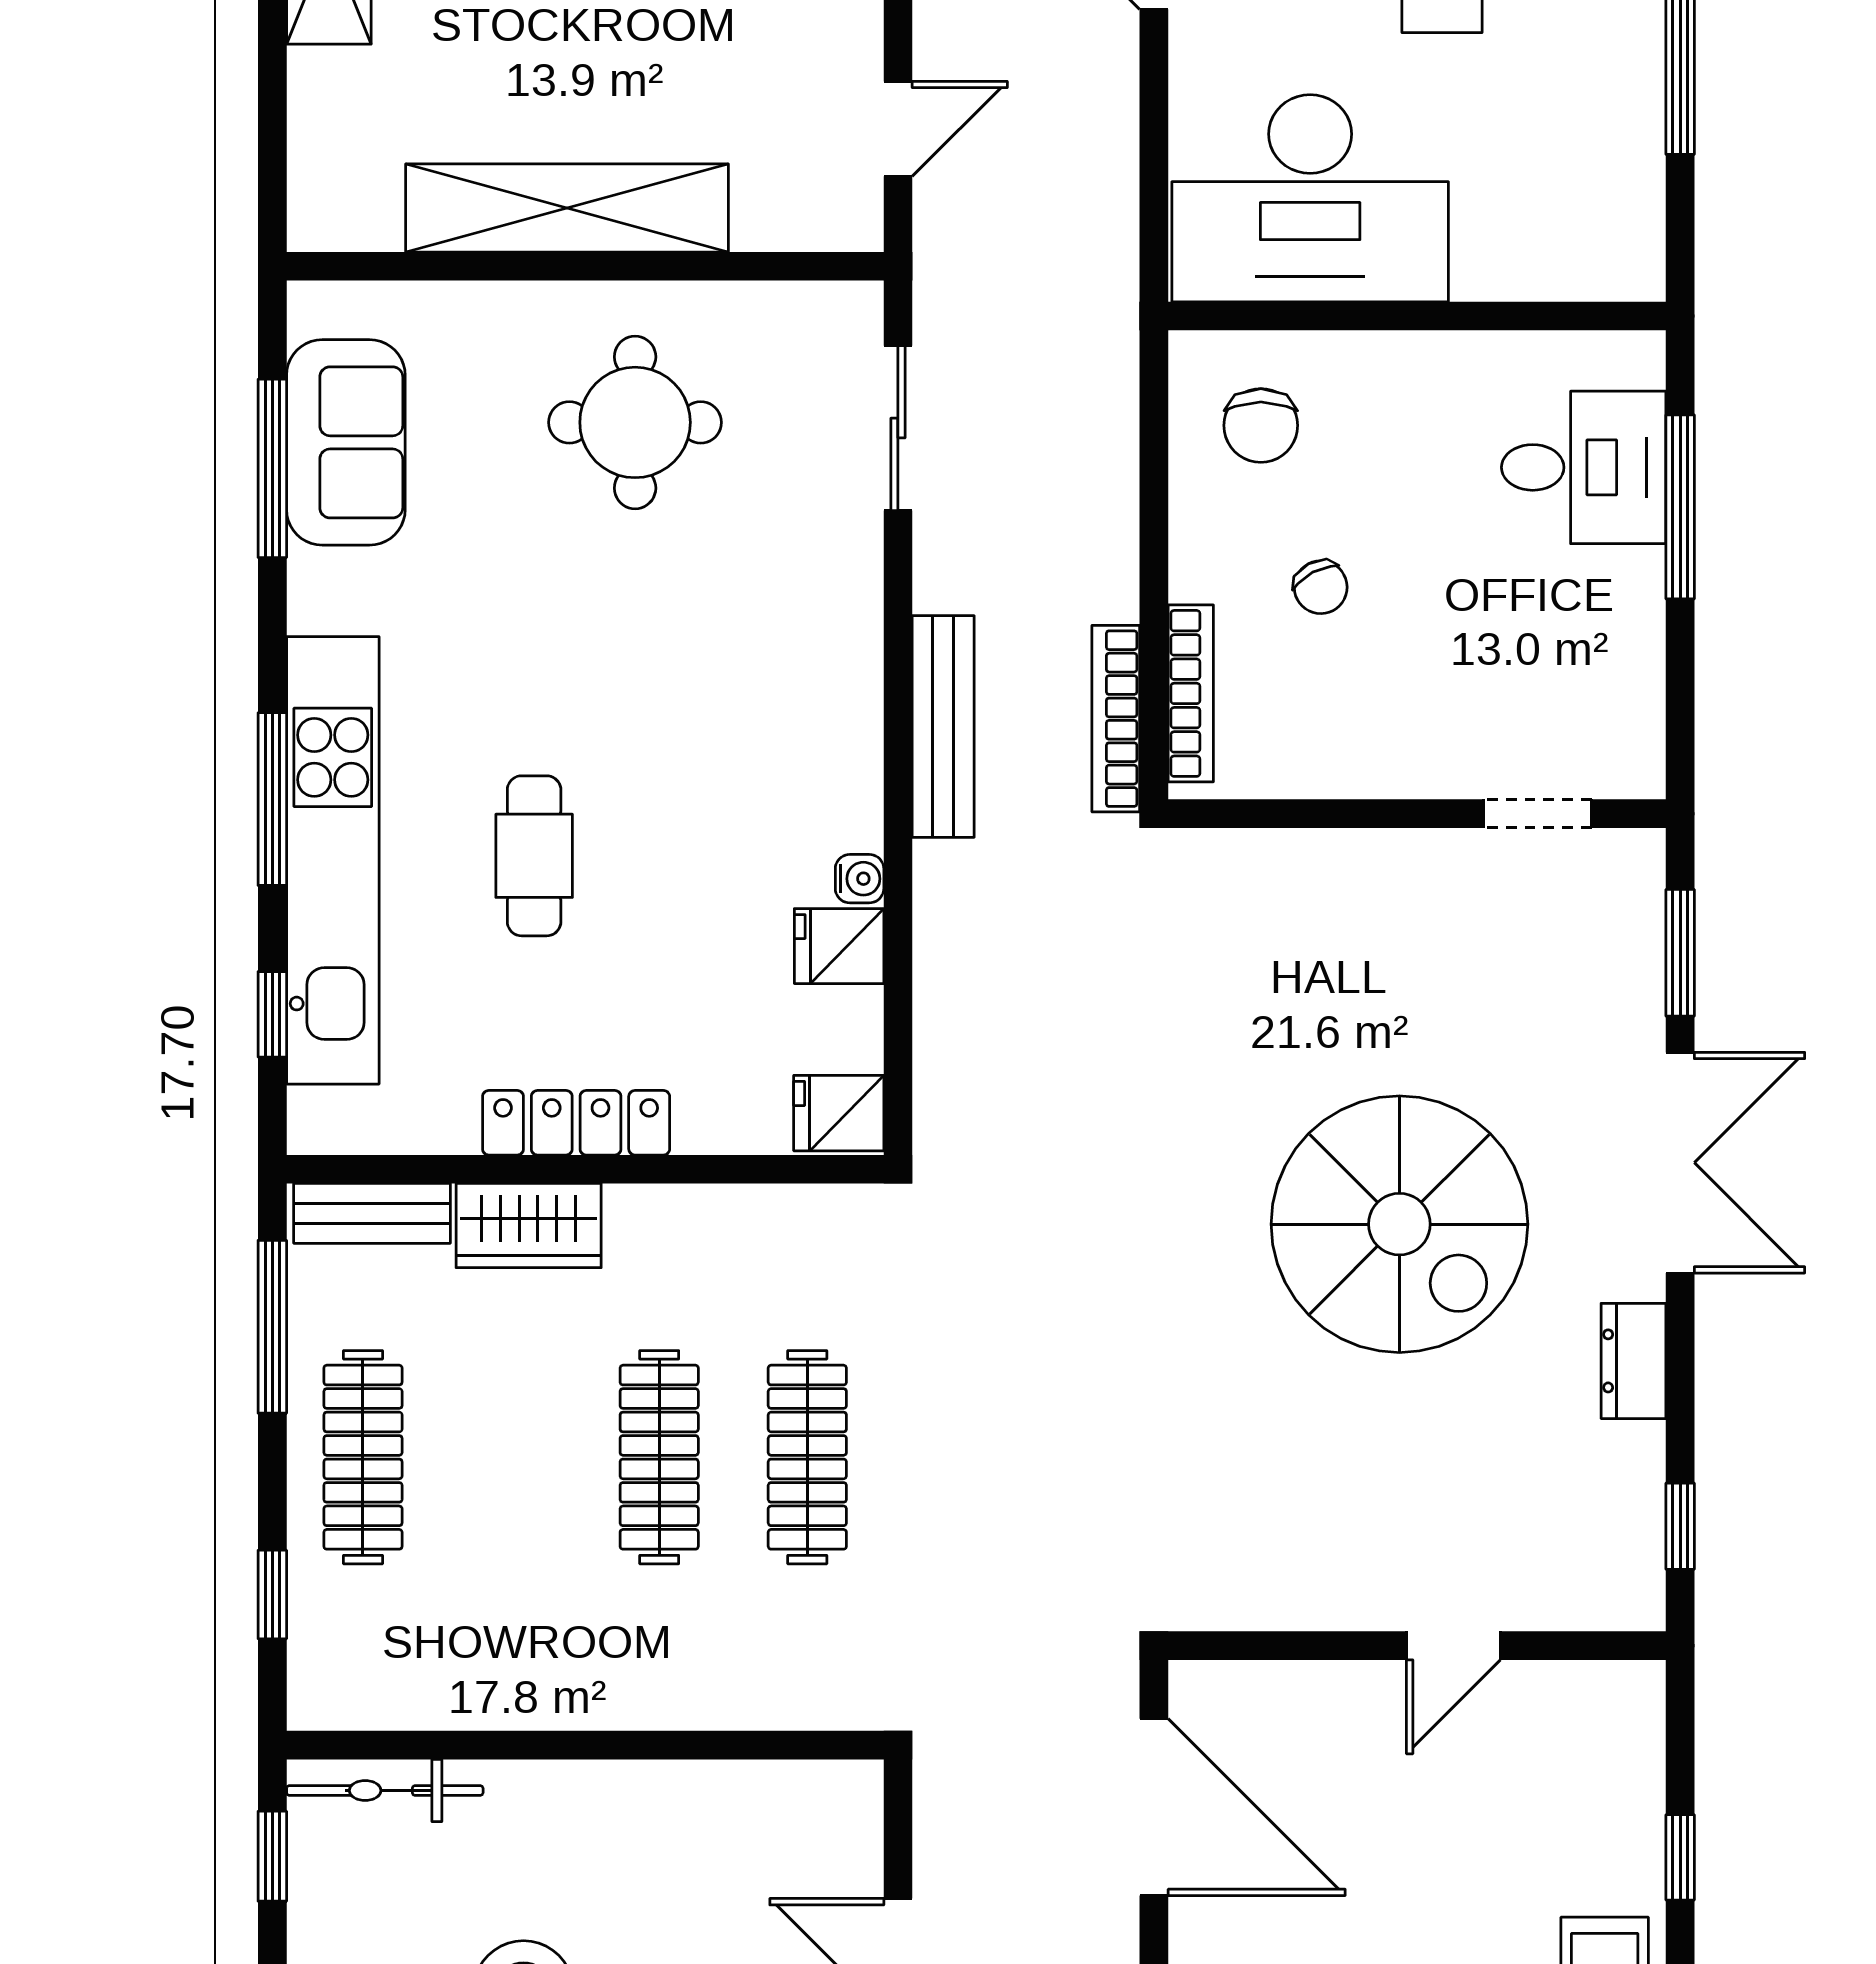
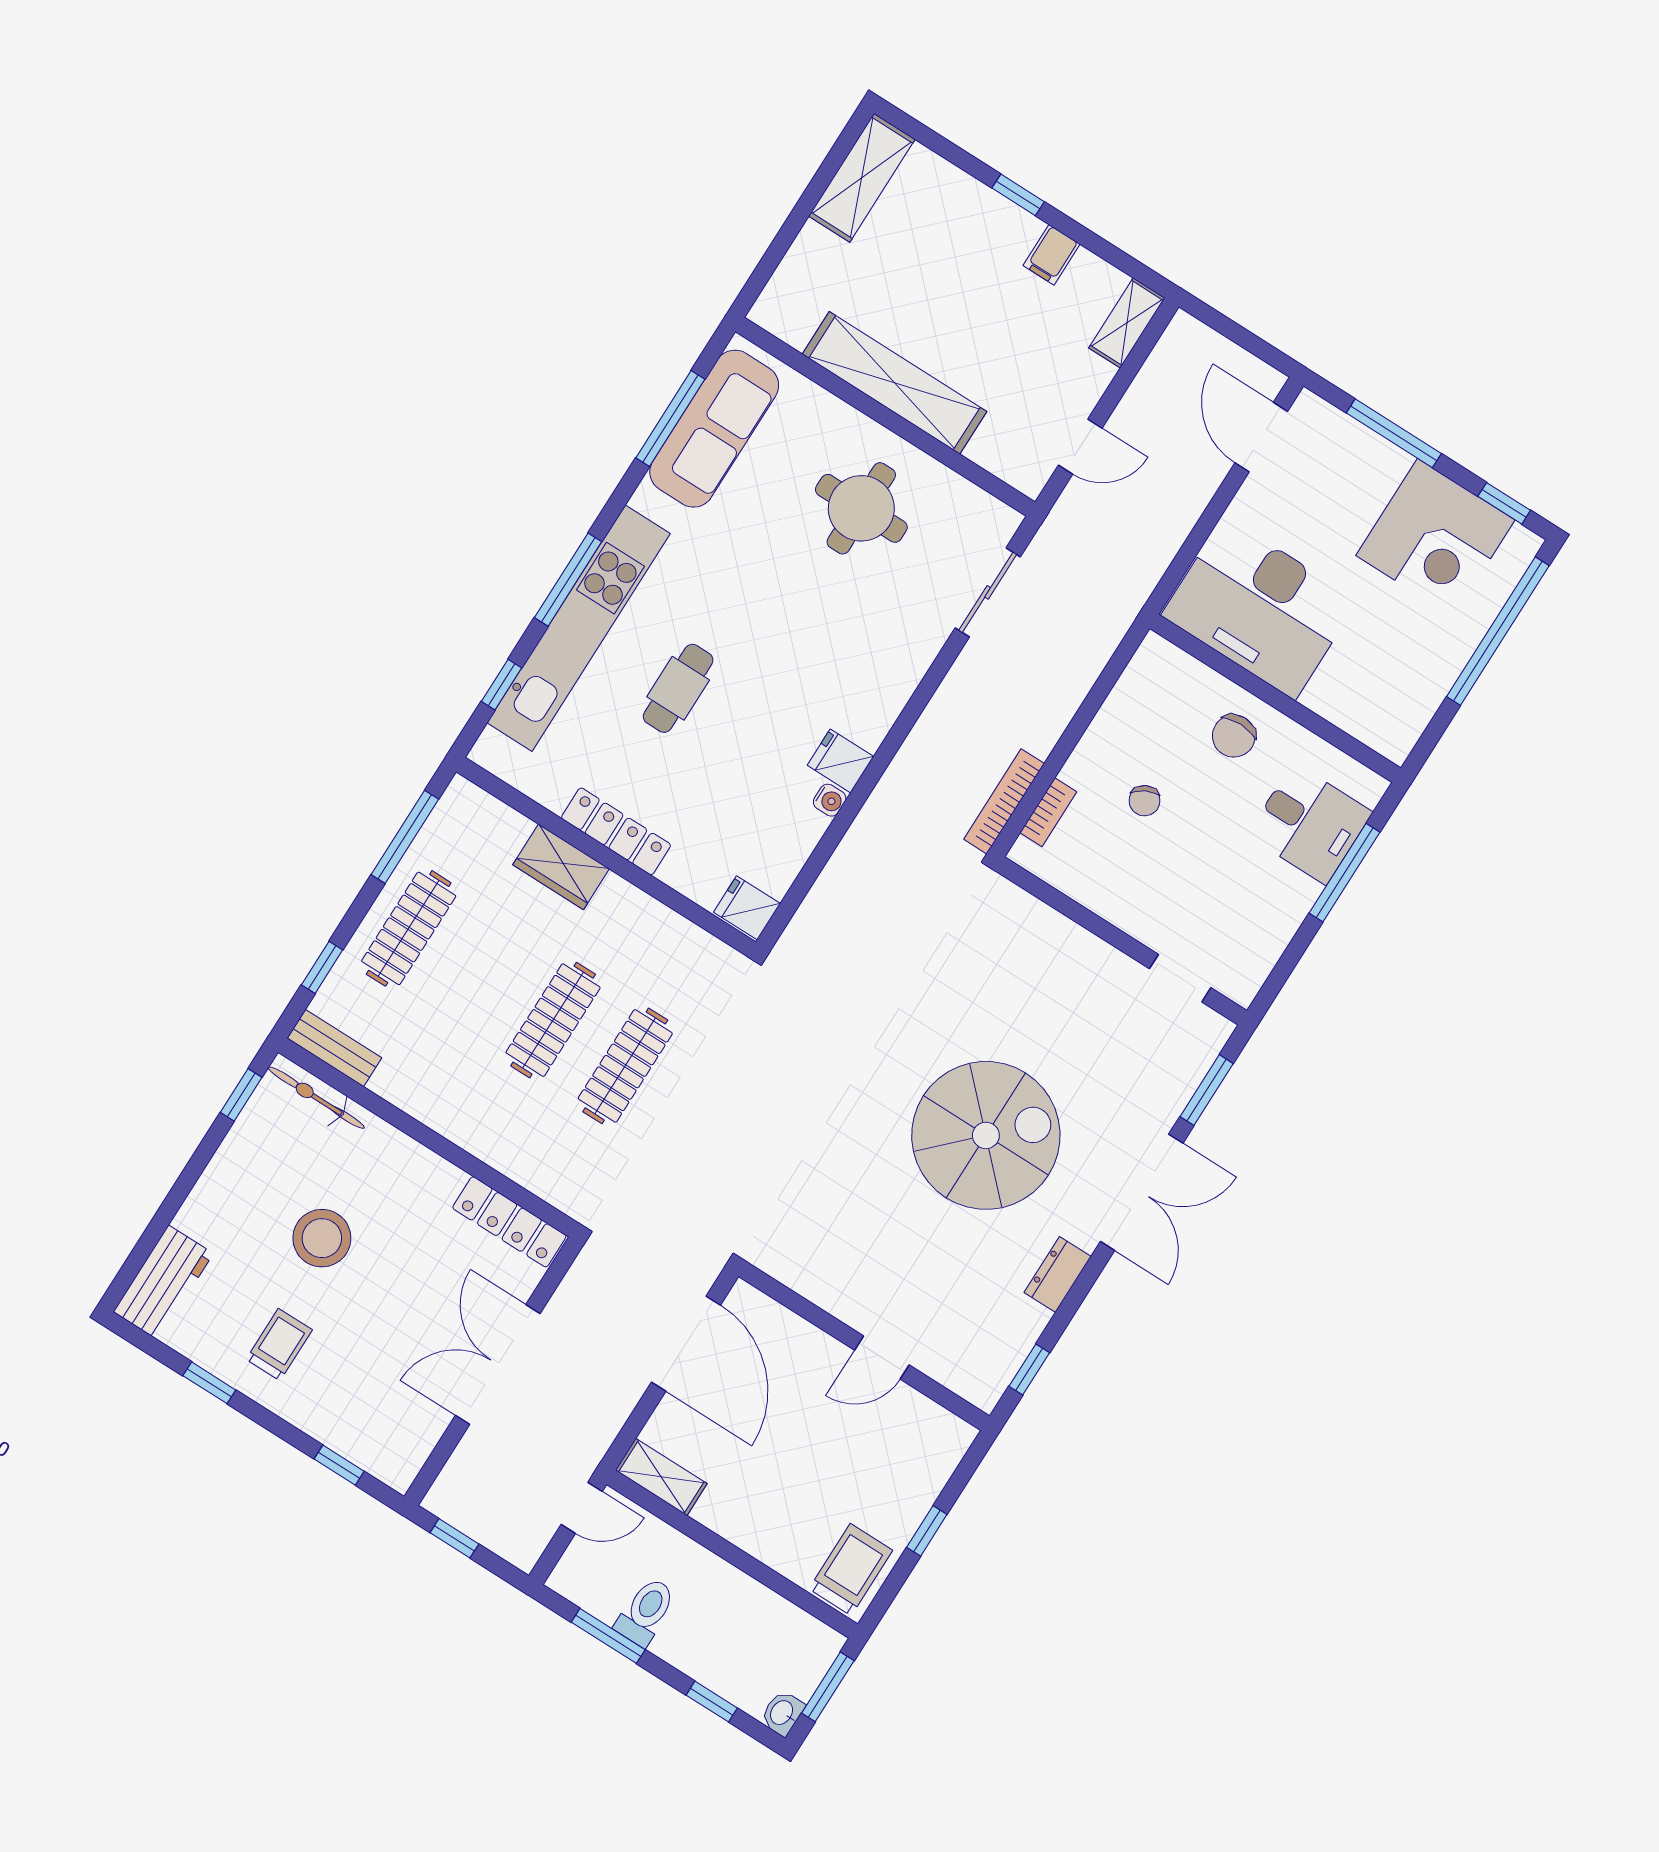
chair: (1261, 425) -> (1234, 736), moved
sofa: (346, 442) -> (714, 429), width x1.36
bookcase: (1191, 693) -> (1048, 812), width x0.64
bench: (943, 727) -> (917, 752), removed
fridge: (839, 946) -> (840, 761), moved
bench: (372, 1213) -> (335, 1048), moved
spiral stairs: (1399, 1224) -> (986, 1135), turned -90
locker: (783, 1793) -> (509, 1222), added

